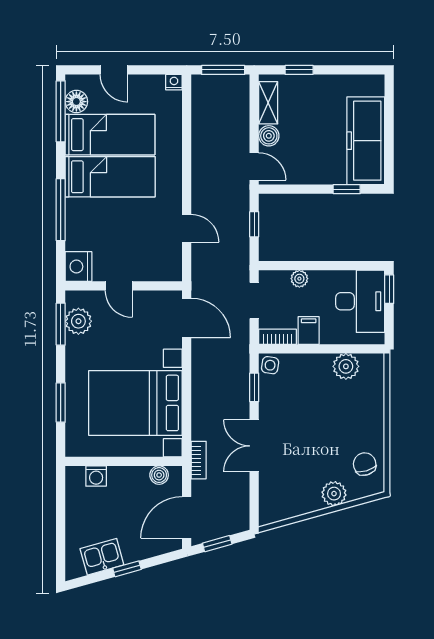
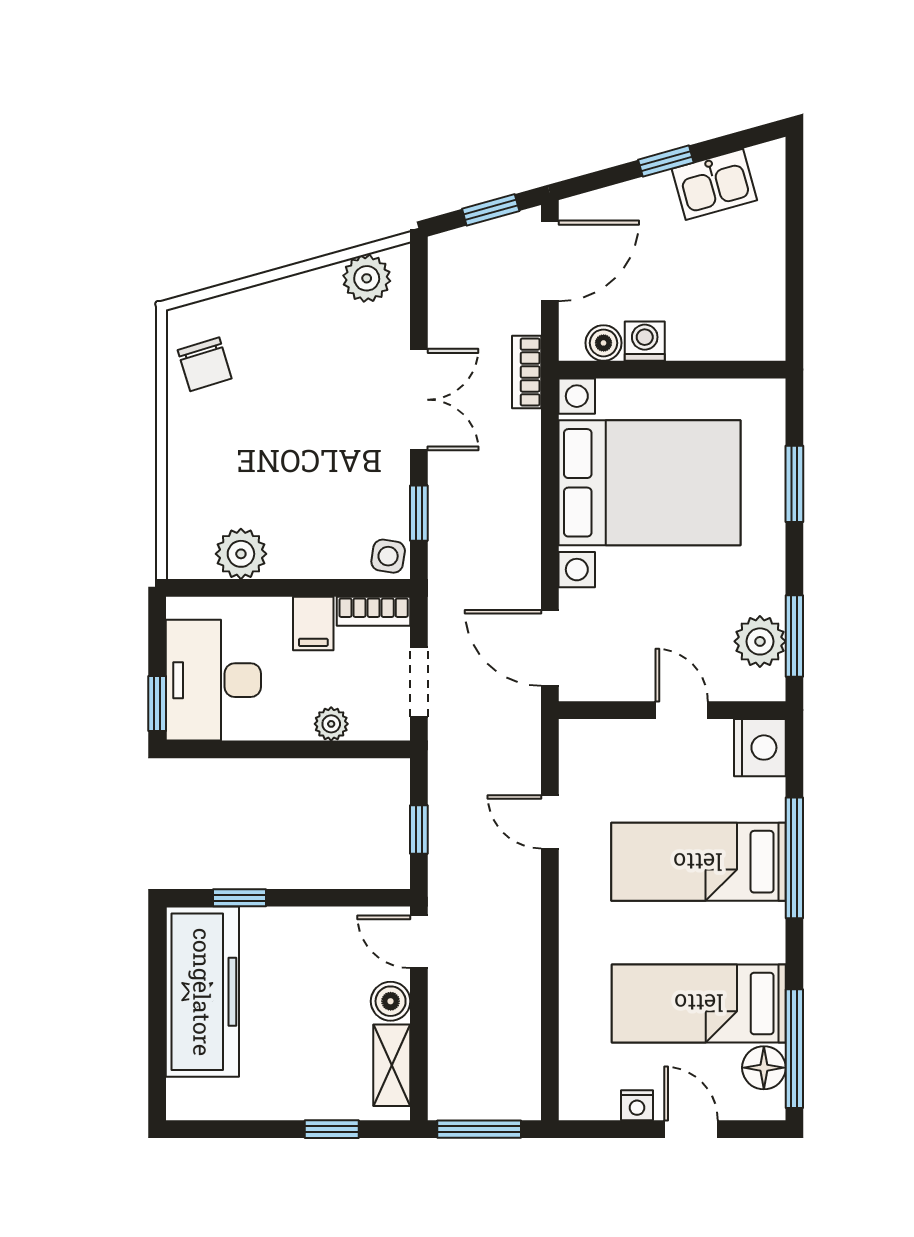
nightstand: (174, 82) -> (637, 1105), moved
bed: (110, 177) -> (698, 862), moved
washing machine: (96, 476) -> (645, 341), moved
plant: (334, 494) -> (367, 278), moved

